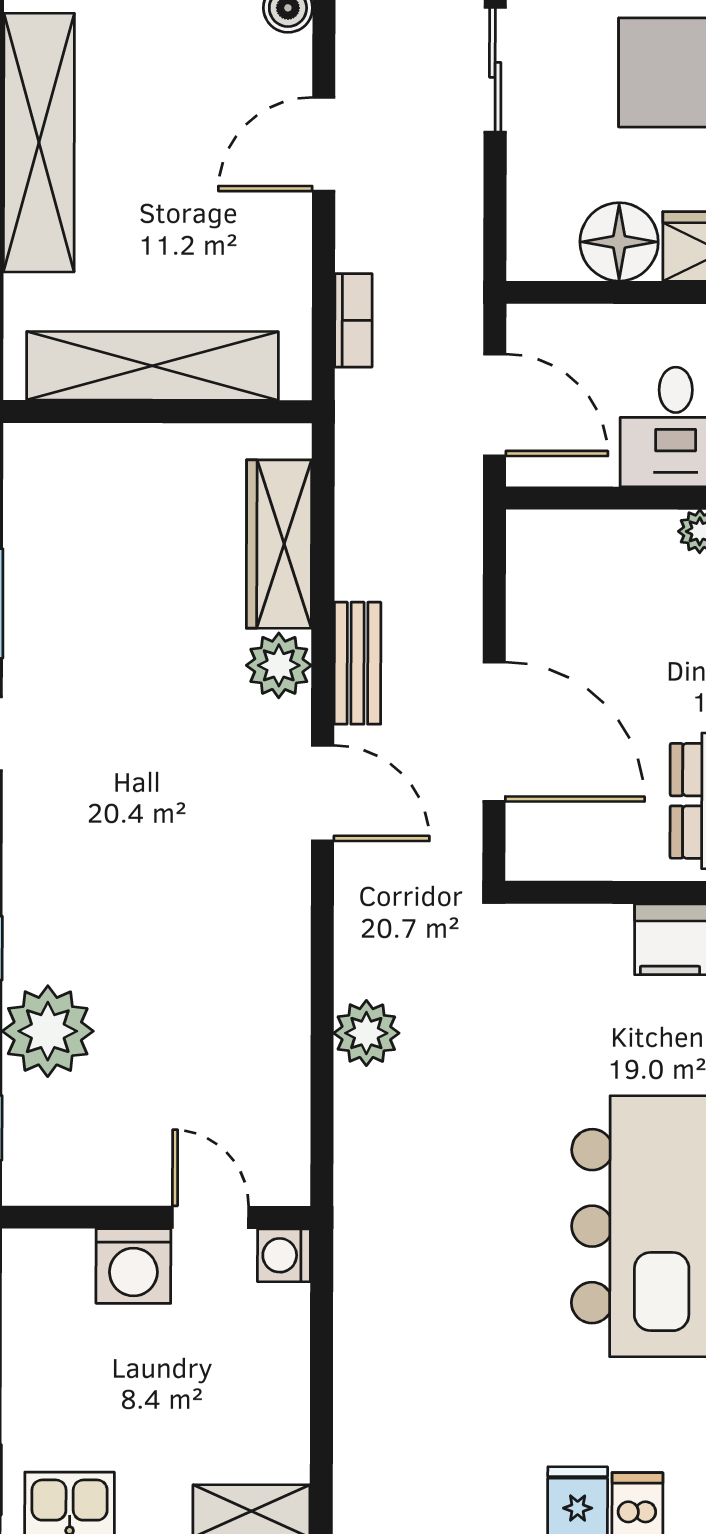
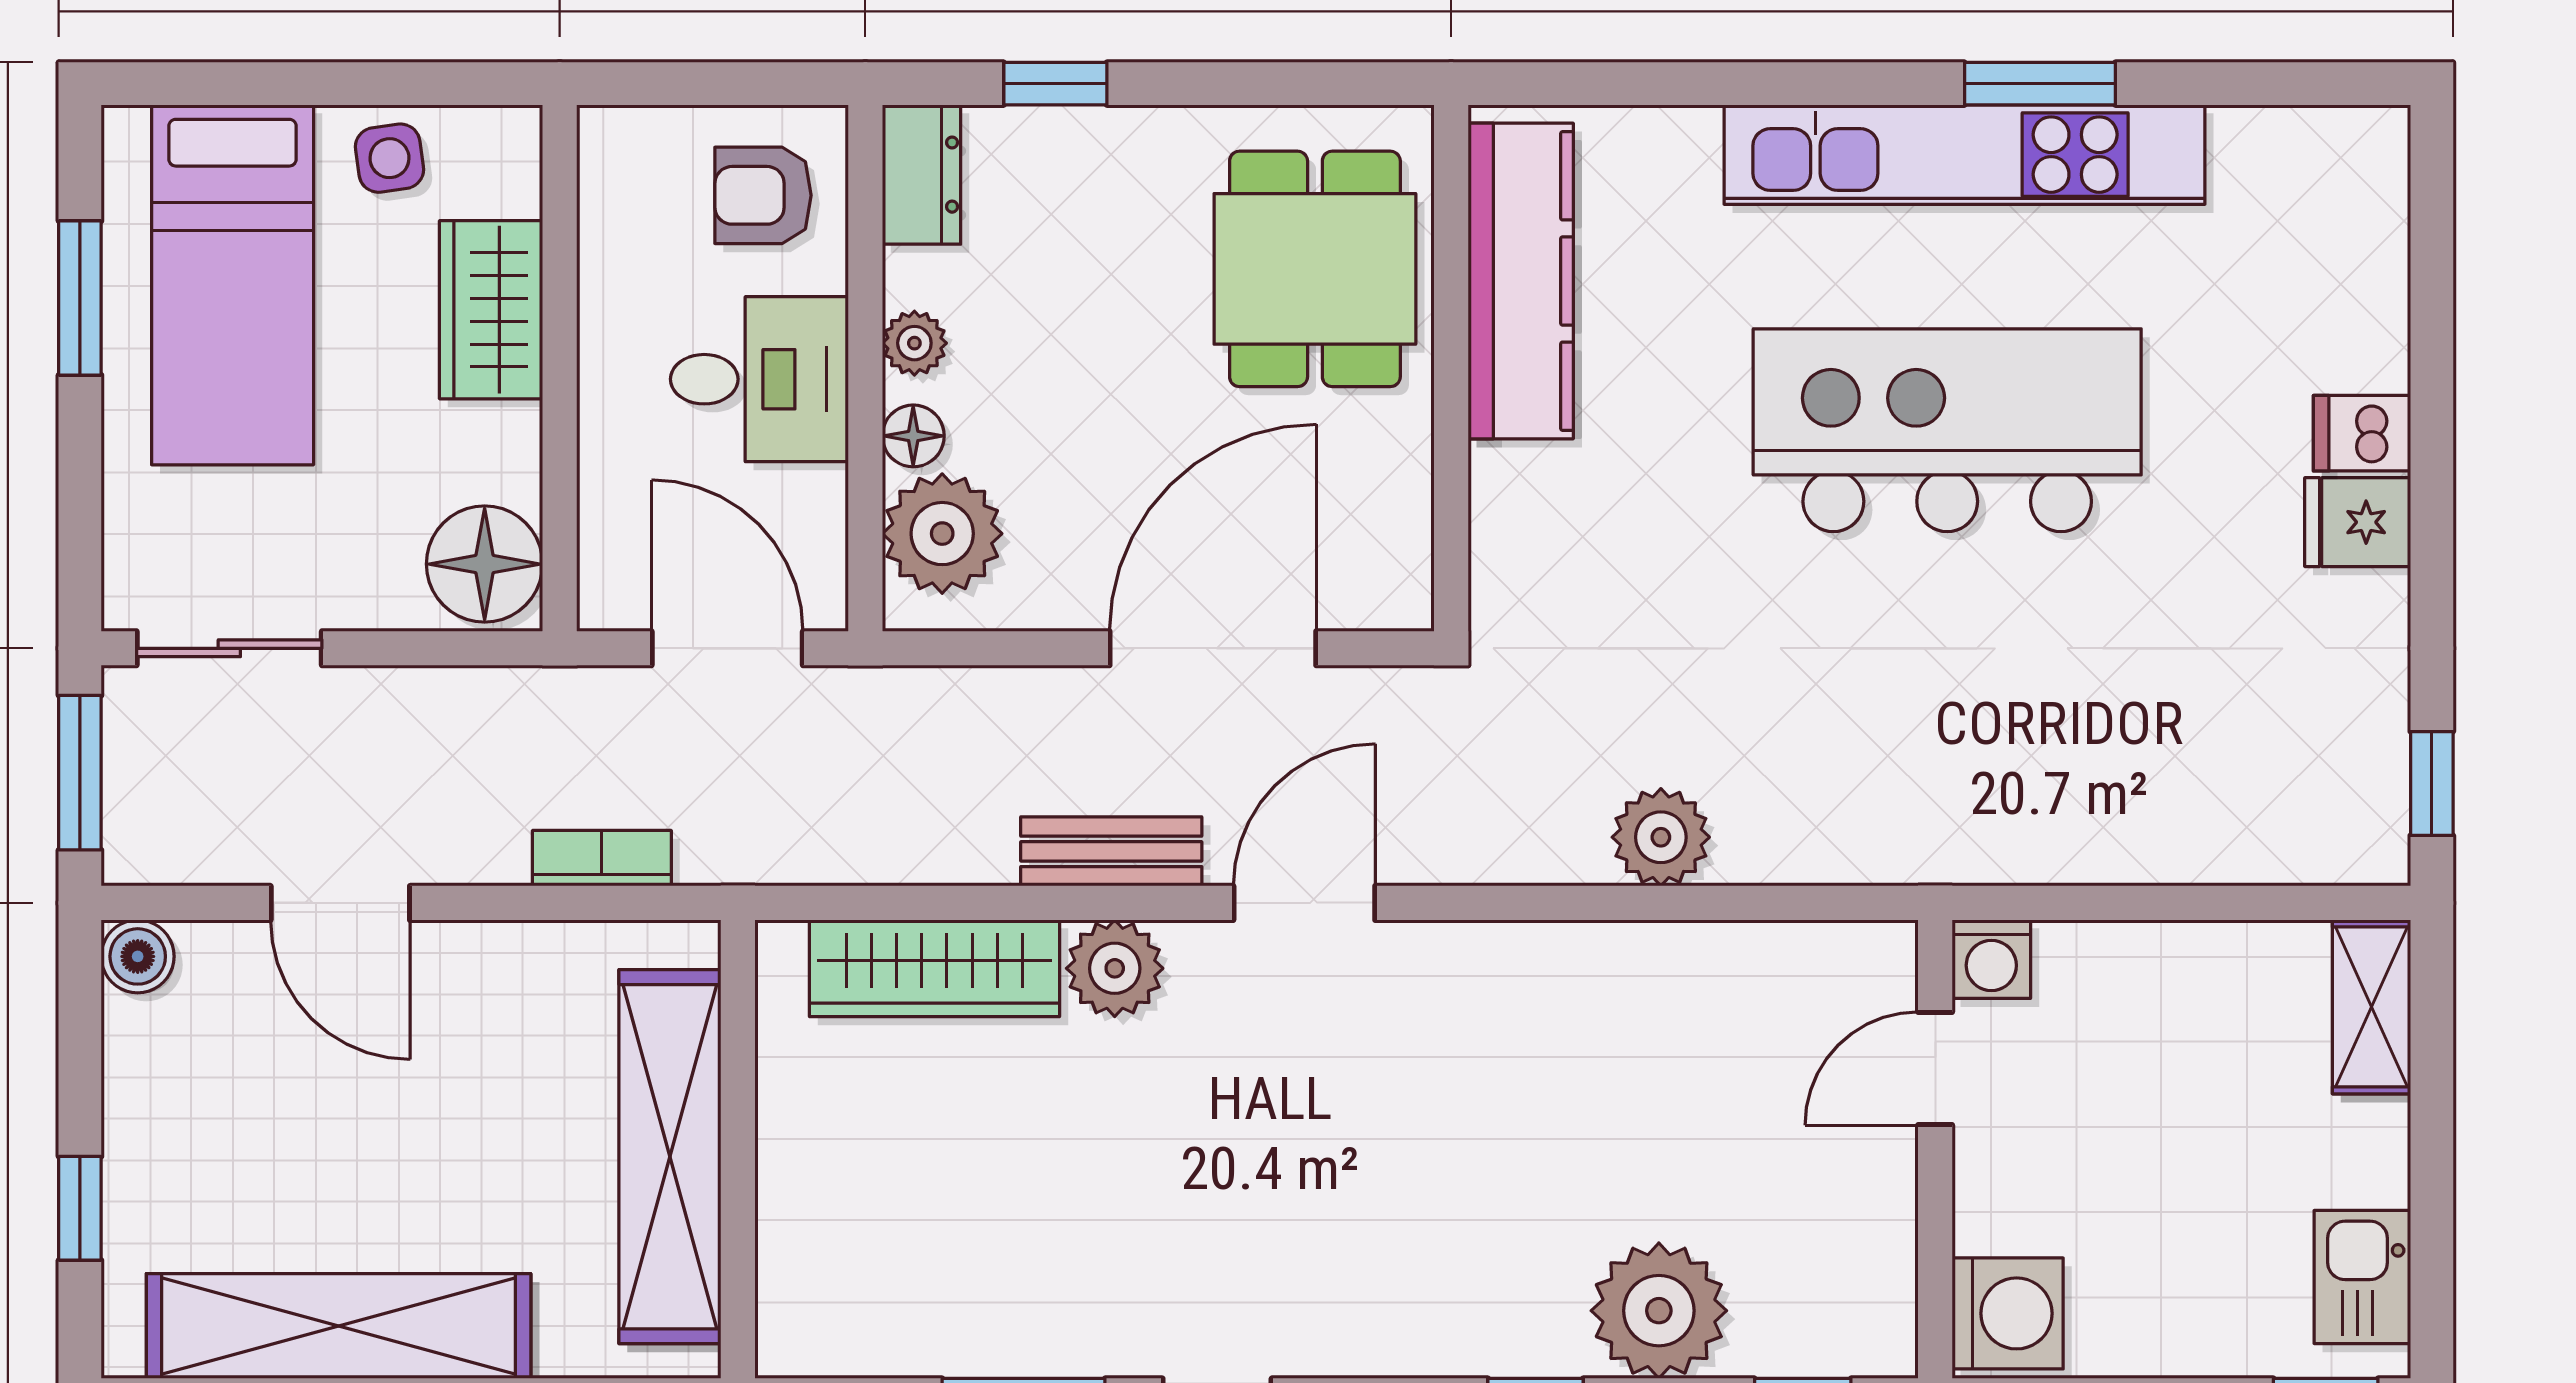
floor lamp: (619, 242) -> (485, 564), moved
door: (495, 405) -> (727, 648), hinge flipped
floor lamp: (637, 530) -> (913, 436), added
plant: (572, 550) -> (942, 534), added
washing machine: (133, 1266) -> (2008, 1313), moved

